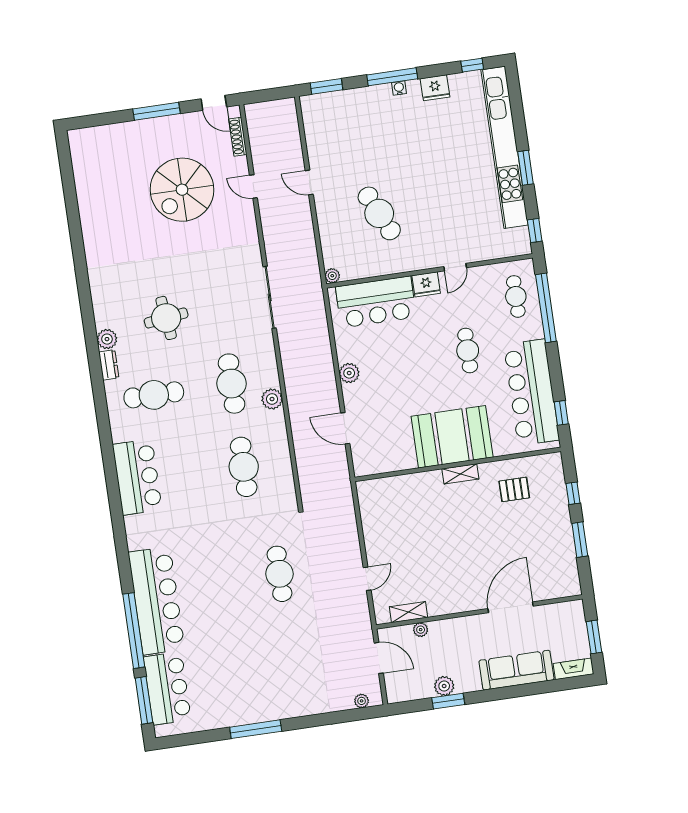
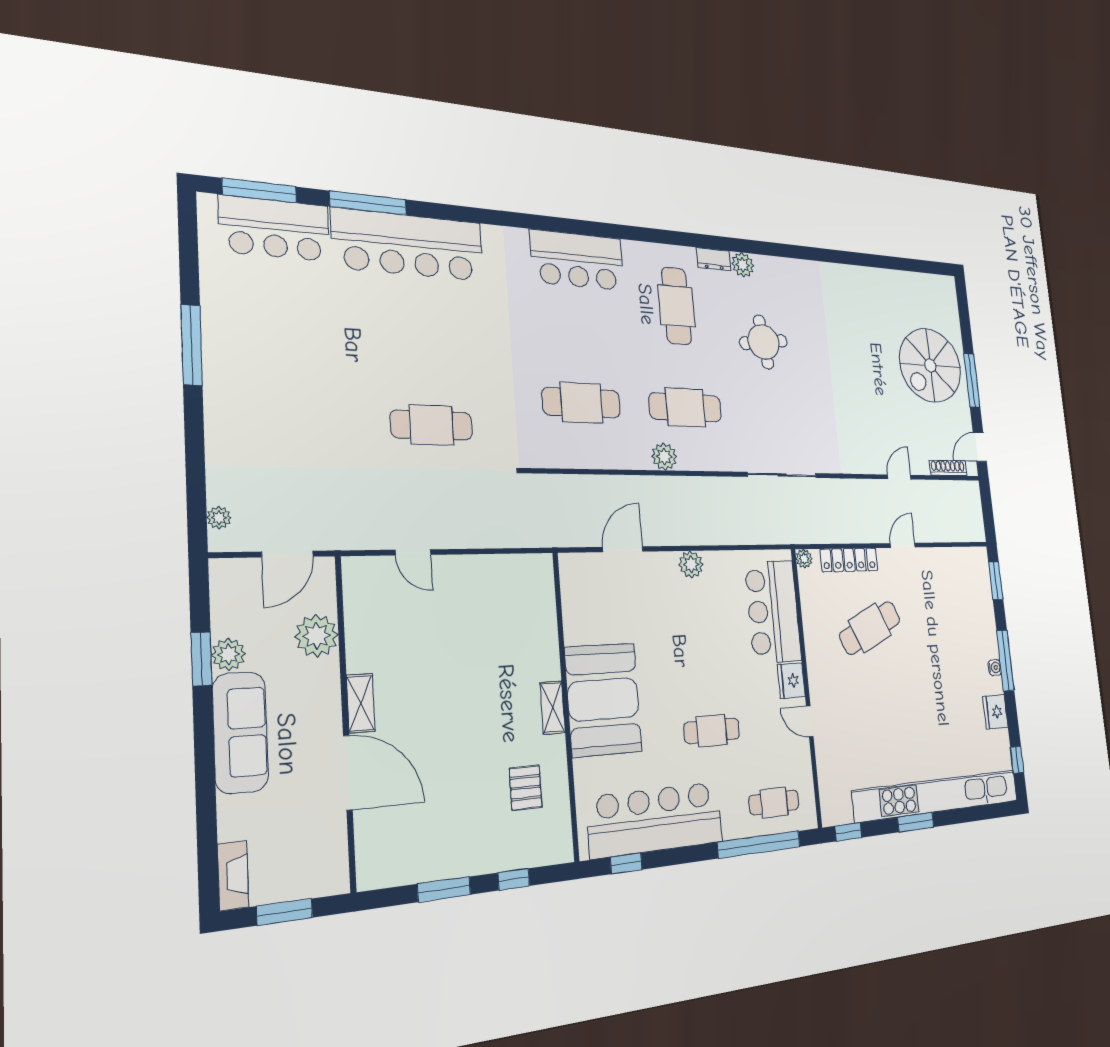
spiral stairs: (182, 190) -> (930, 365), moved, turned -90
locker: (328, 234) -> (849, 560), added
shelving: (409, 612) -> (361, 703), moved
plant: (421, 630) -> (317, 636), width x1.88, depth x1.88
window: (134, 631) -> (368, 203), width x0.68
sofa: (516, 670) -> (240, 732), moved

